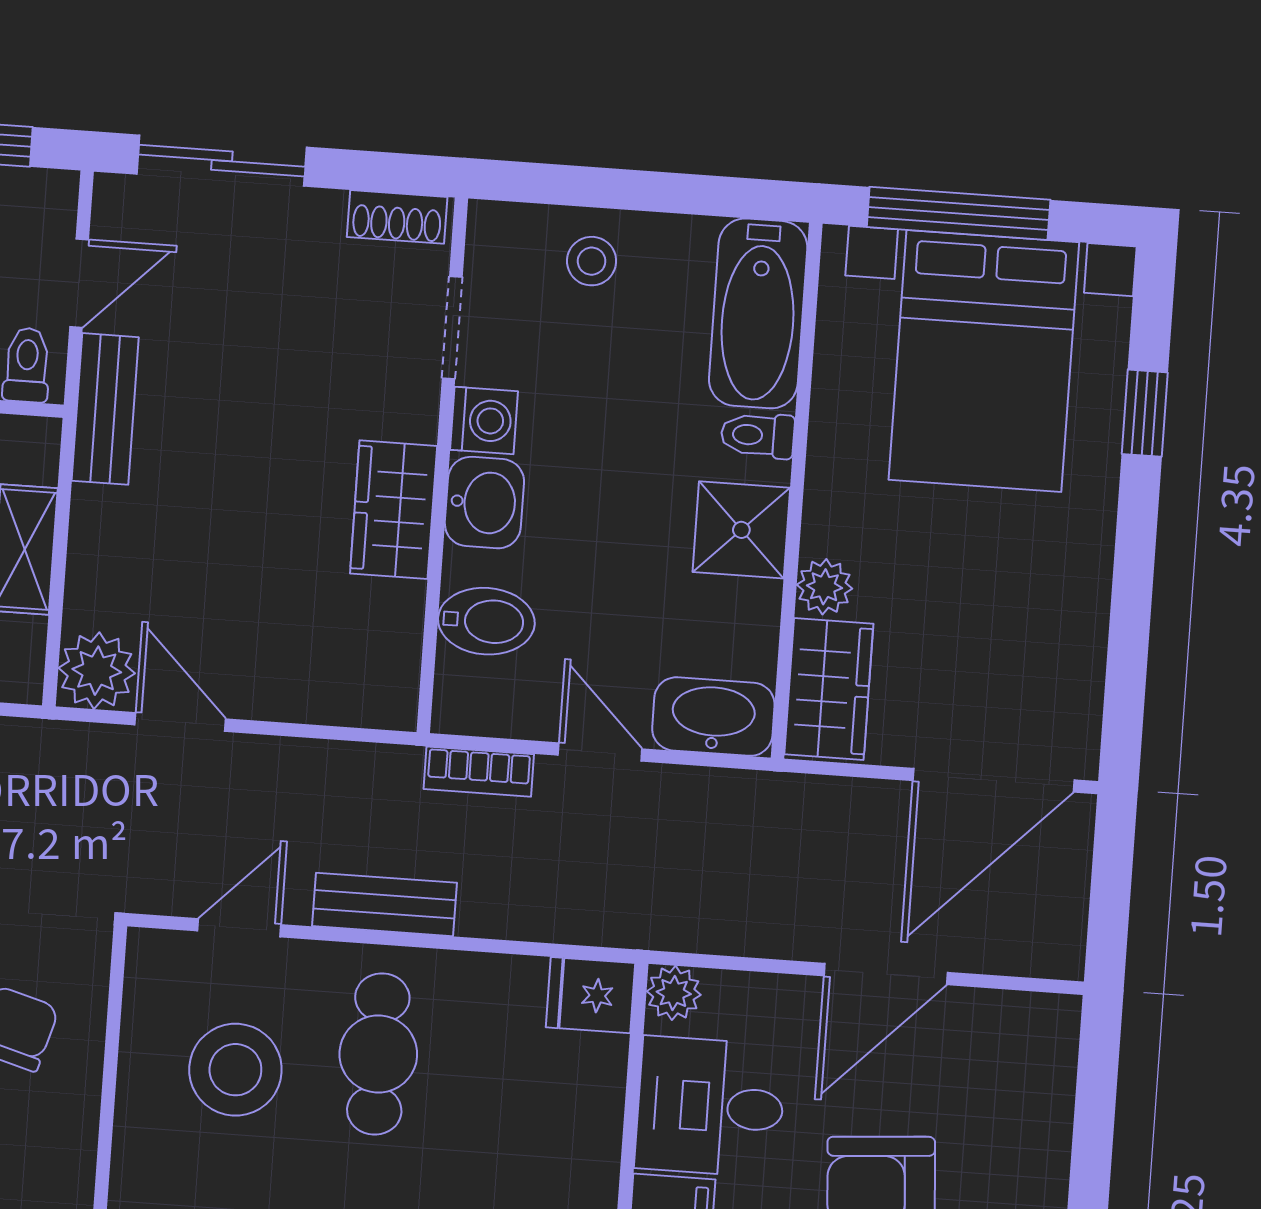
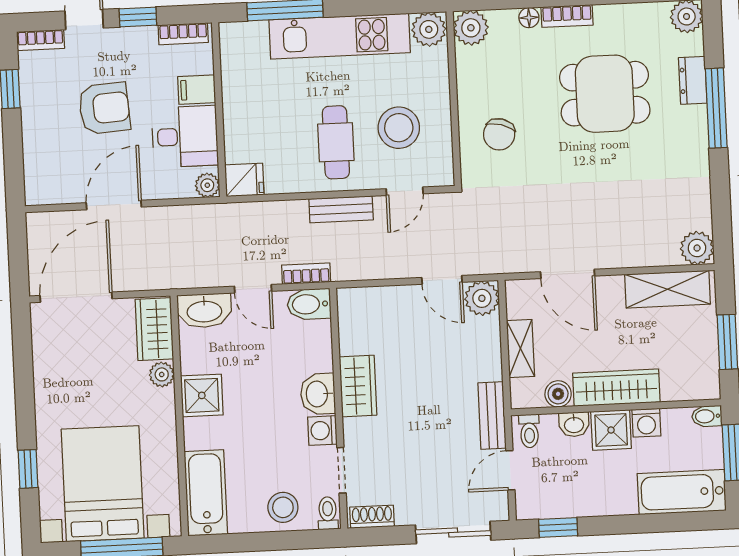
stool: (592, 261) -> (283, 507), width x1.37, depth x1.37
toilet: (758, 435) -> (328, 513), moved, turned -90
bidet: (486, 621) -> (309, 304), moved

